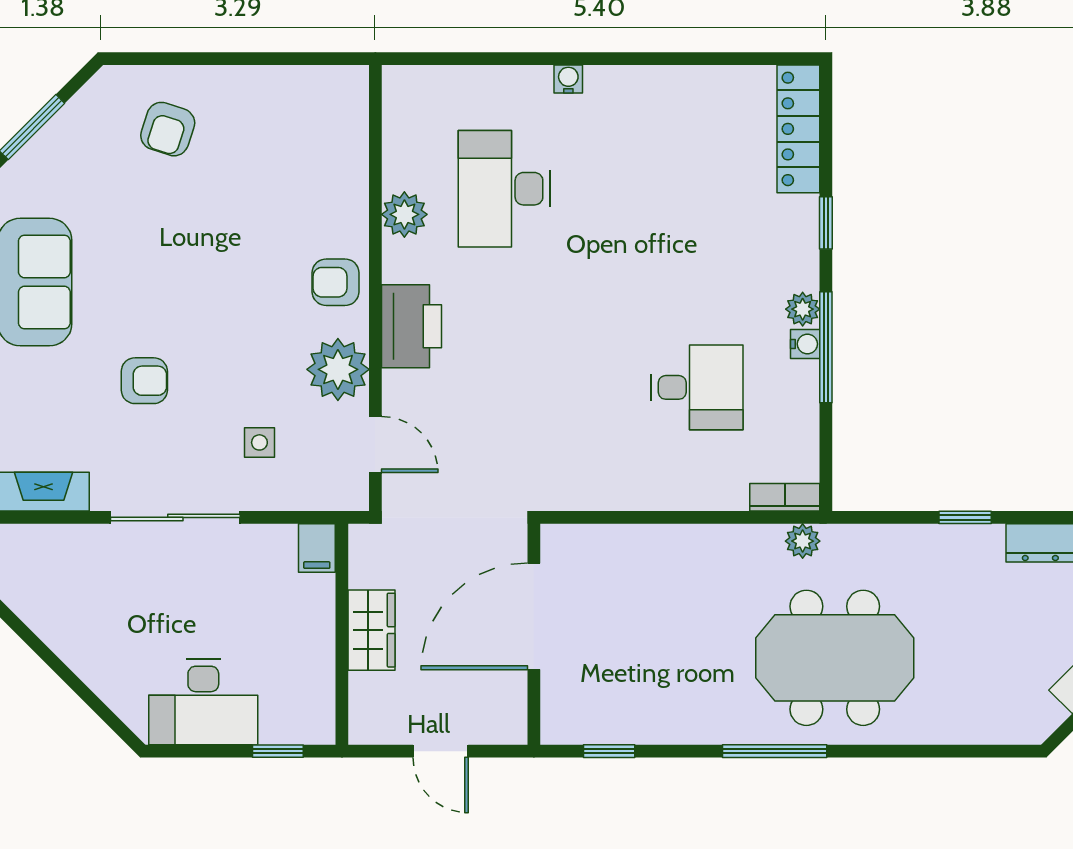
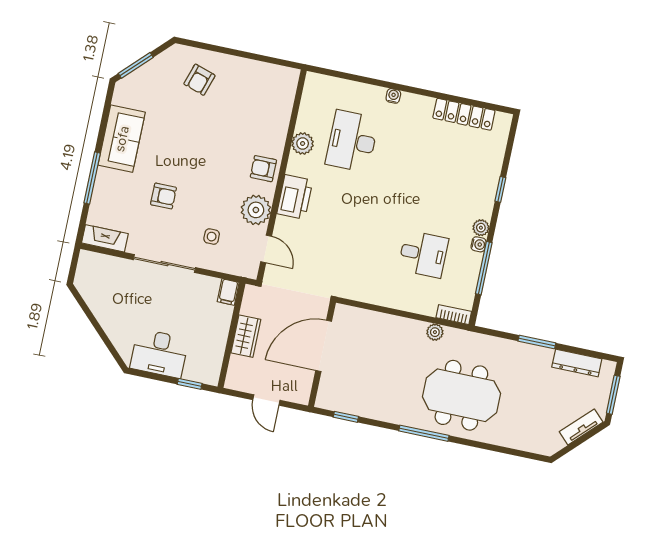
locker: (798, 129) -> (464, 114), moved, turned -90
window: (826, 347) -> (484, 268), moved
window: (965, 517) -> (537, 342), width x1.50
plant: (803, 541) -> (435, 332), moved

